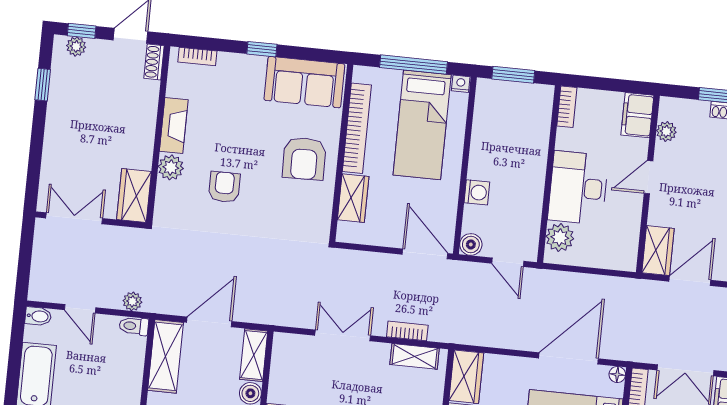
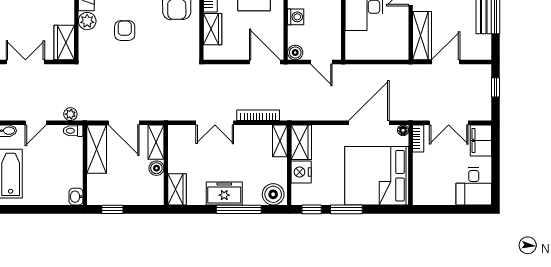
plant: (560, 237) -> (355, 42), removed
wardrobe: (658, 251) -> (422, 36), width x1.50
door: (80, 309) -> (36, 123), hinge flipped
door: (209, 322) -> (124, 123), swing flipped
bookcase: (407, 331) -> (258, 115), width x1.56
double door: (343, 335) -> (215, 123), swing flipped
shelving: (415, 356) -> (280, 141), moved, turned 90

